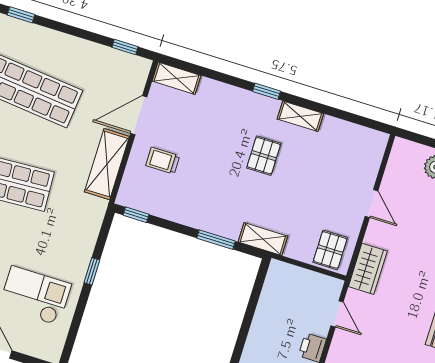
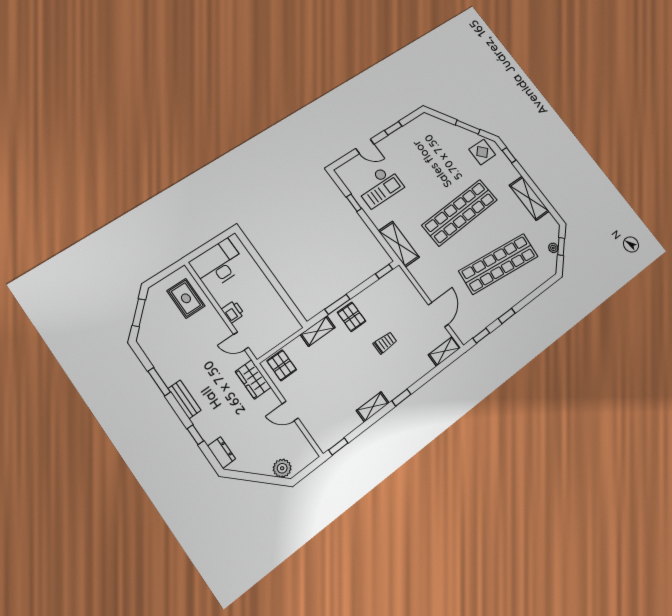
window: (21, 15) -> (507, 316), moved
window: (370, 124) -> (338, 446), added
pallet: (264, 156) -> (352, 317), moved
trolley: (163, 161) -> (385, 343), moved
shelving: (107, 164) -> (399, 244), moved
window: (92, 271) -> (354, 203), moved

